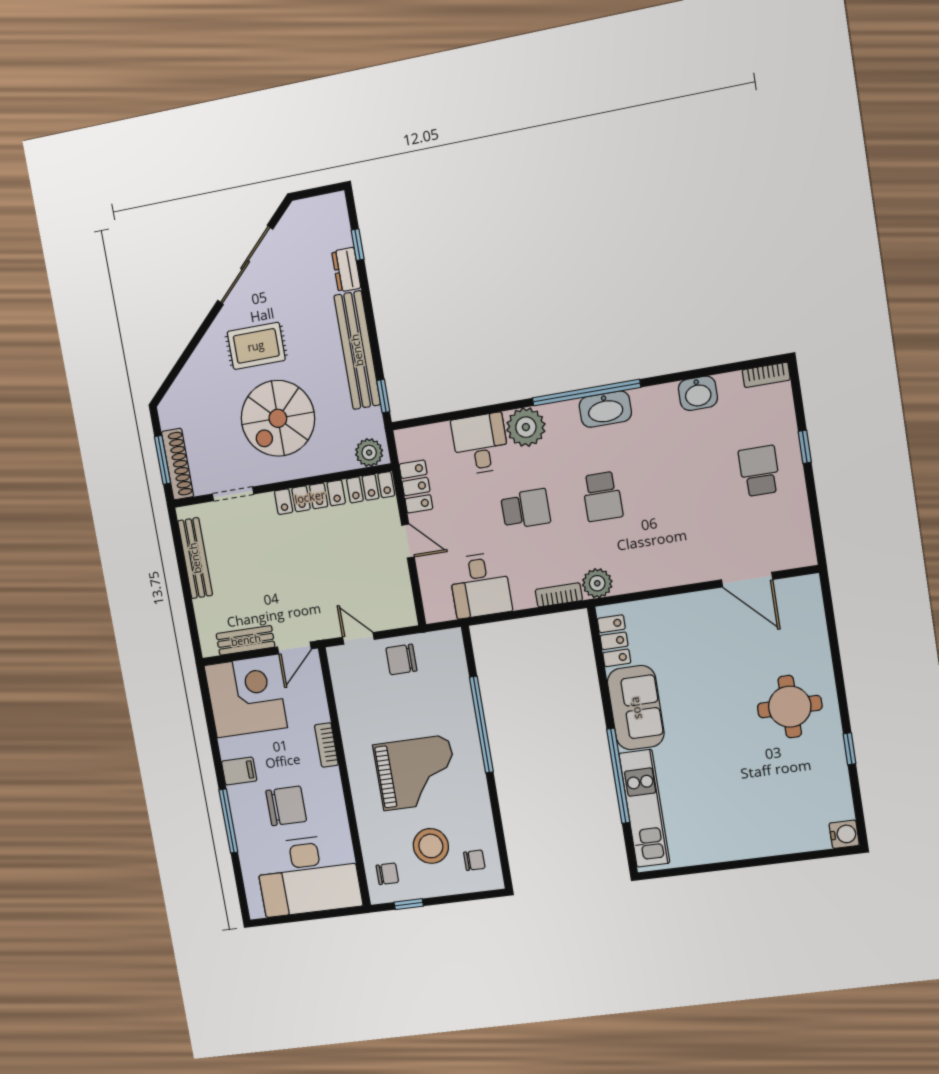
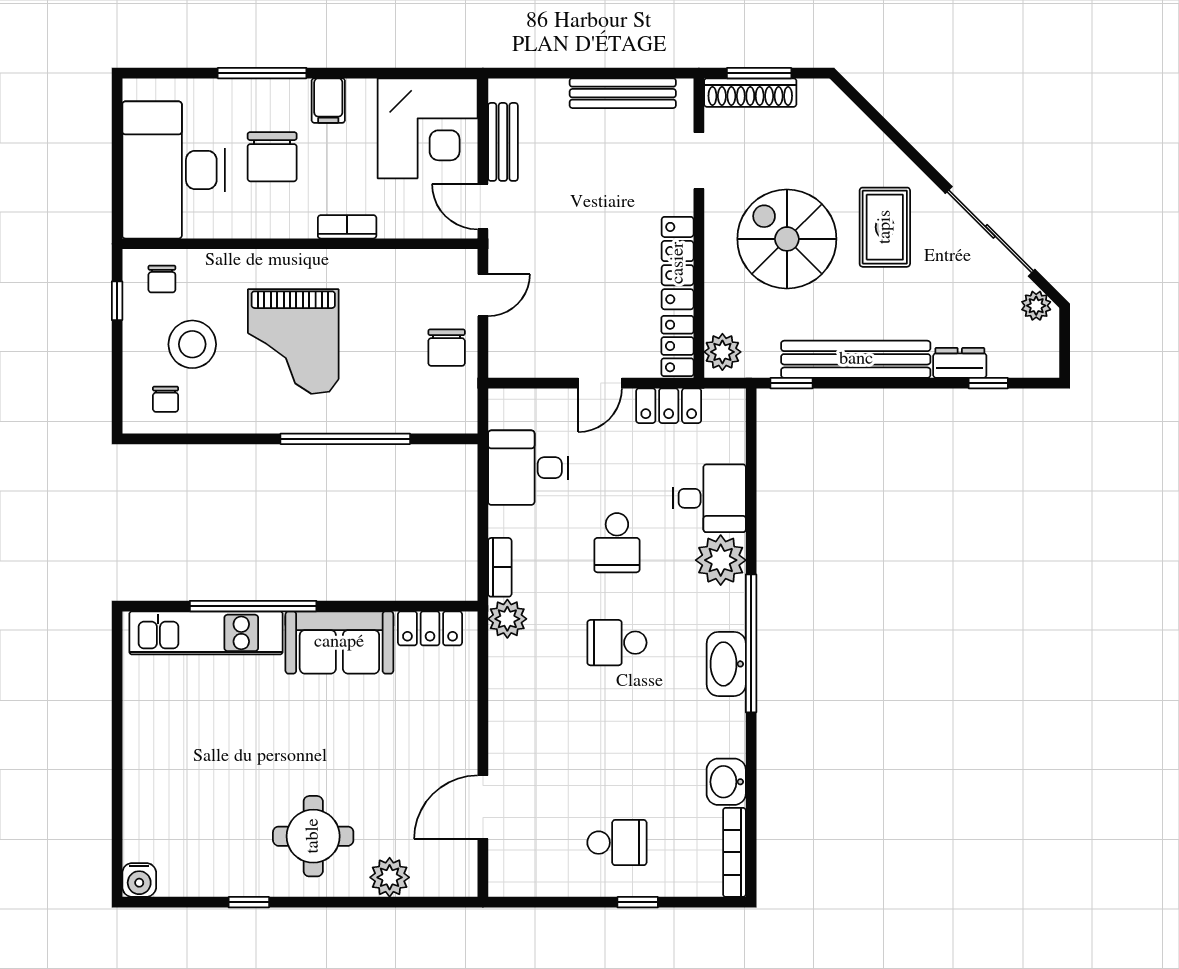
plant: (294, 219) -> (1036, 306), added
bookcase: (766, 375) -> (734, 852), width x1.56
plant: (814, 643) -> (390, 877), added
chair: (401, 659) -> (447, 348), turned 180

